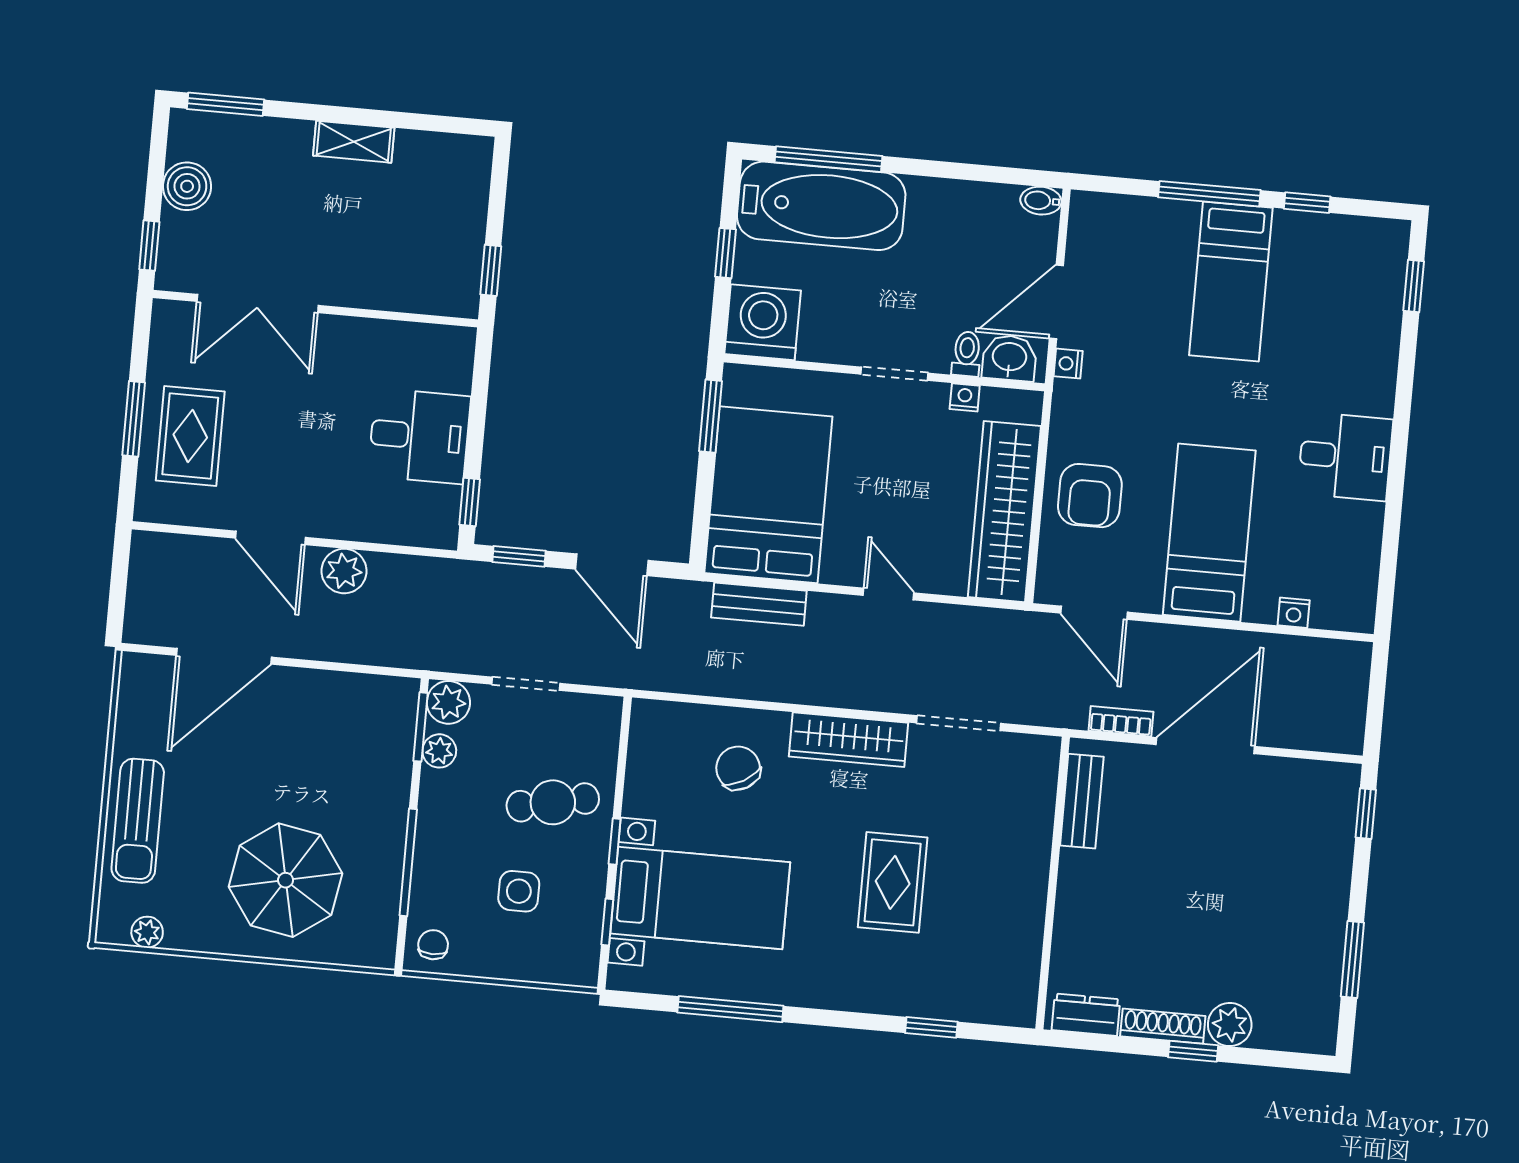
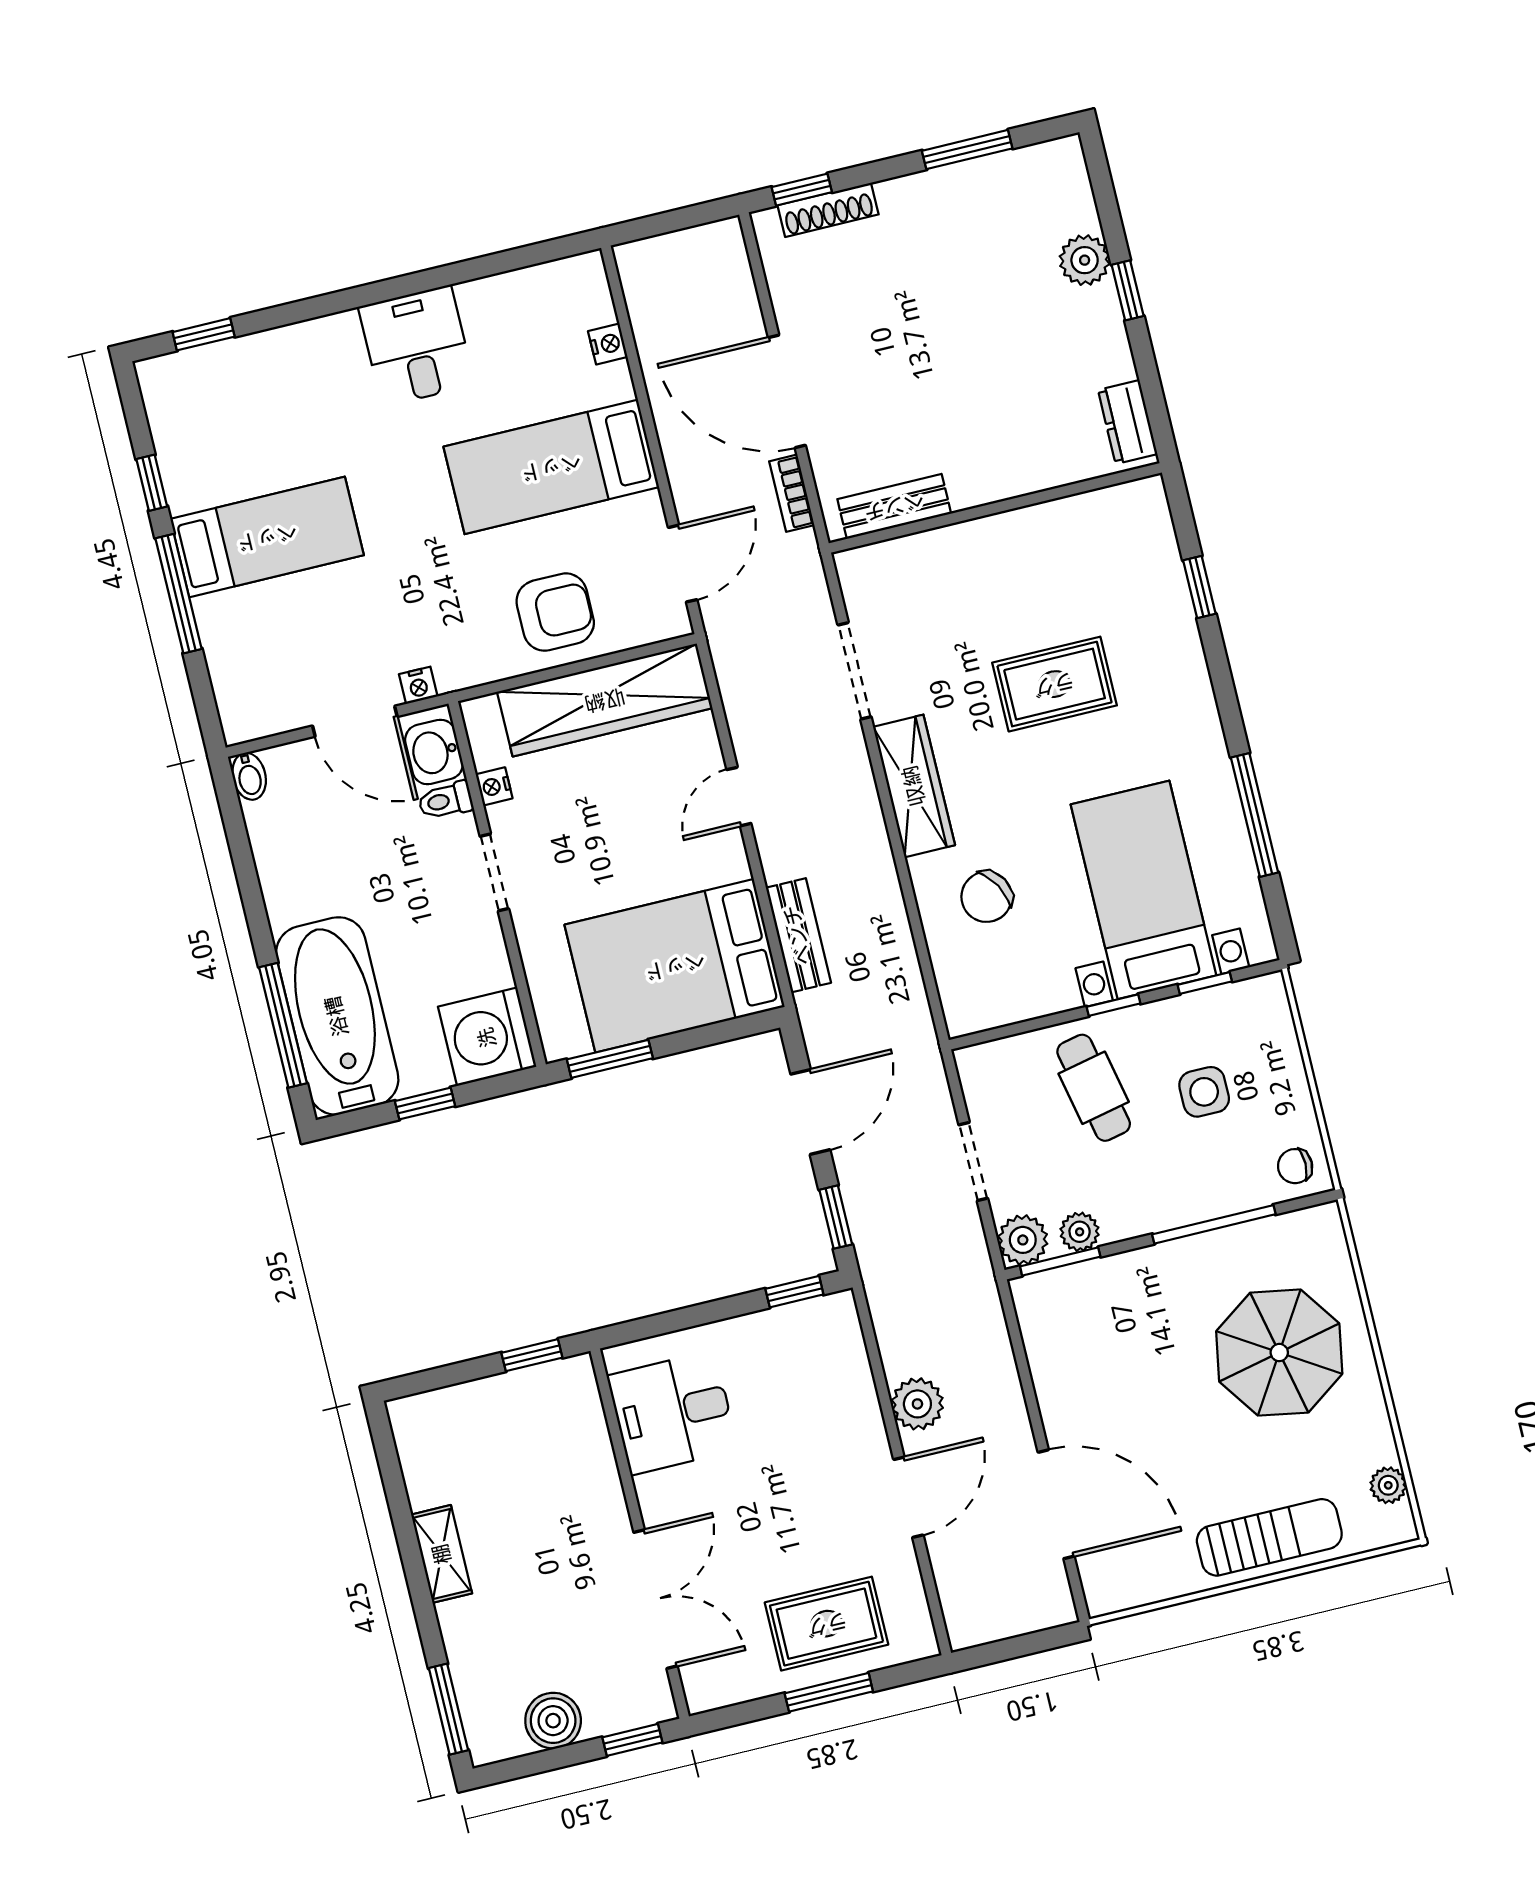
desk: (419, 436) -> (673, 1413), moved, turned -90
shoe rack: (1163, 1026) -> (828, 210), moved, turned -90

